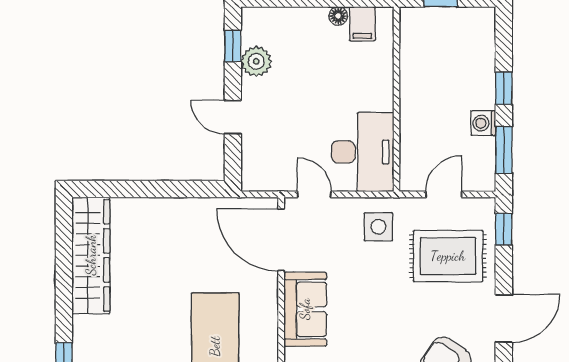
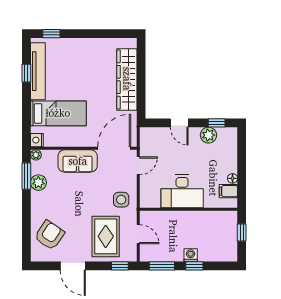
door: (233, 117) -> (179, 123), swing flipped
washing machine: (483, 123) -> (191, 255), moved
desk: (363, 152) -> (182, 191), moved
wardrobe: (91, 255) -> (127, 79), moved, turned 90

